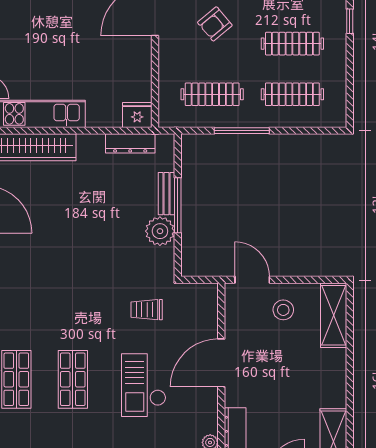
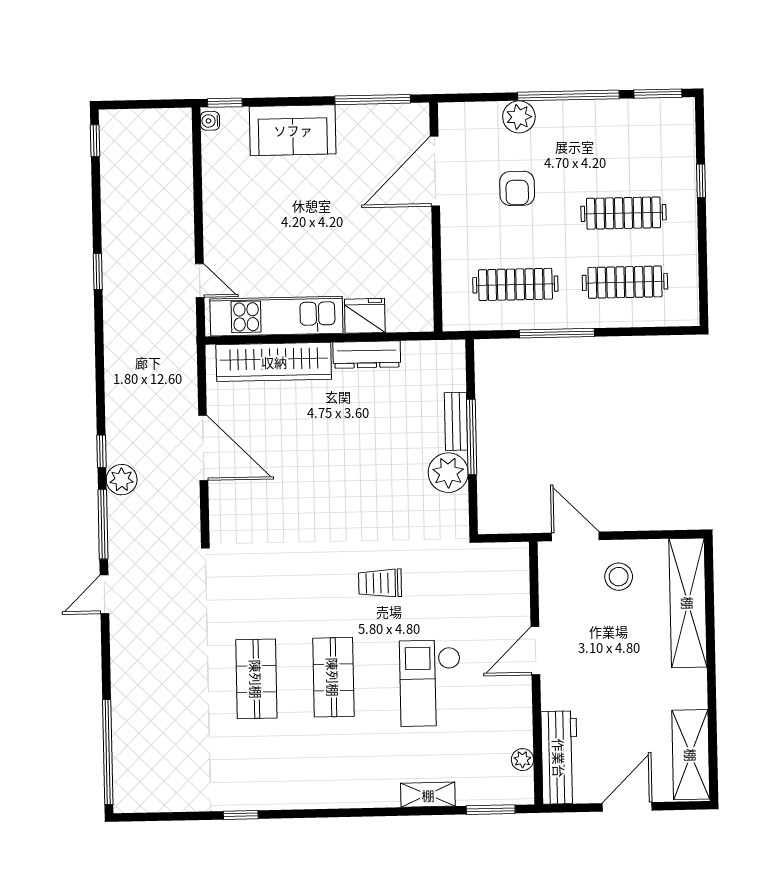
armchair: (215, 24) -> (517, 188), turned -50
fridge: (137, 115) -> (365, 316), moved
dresser: (130, 143) -> (367, 355), moved
trolley: (147, 310) -> (380, 583), moved
shelving: (334, 315) -> (688, 603), width x1.47
door: (221, 363) -> (535, 651), width x0.73

